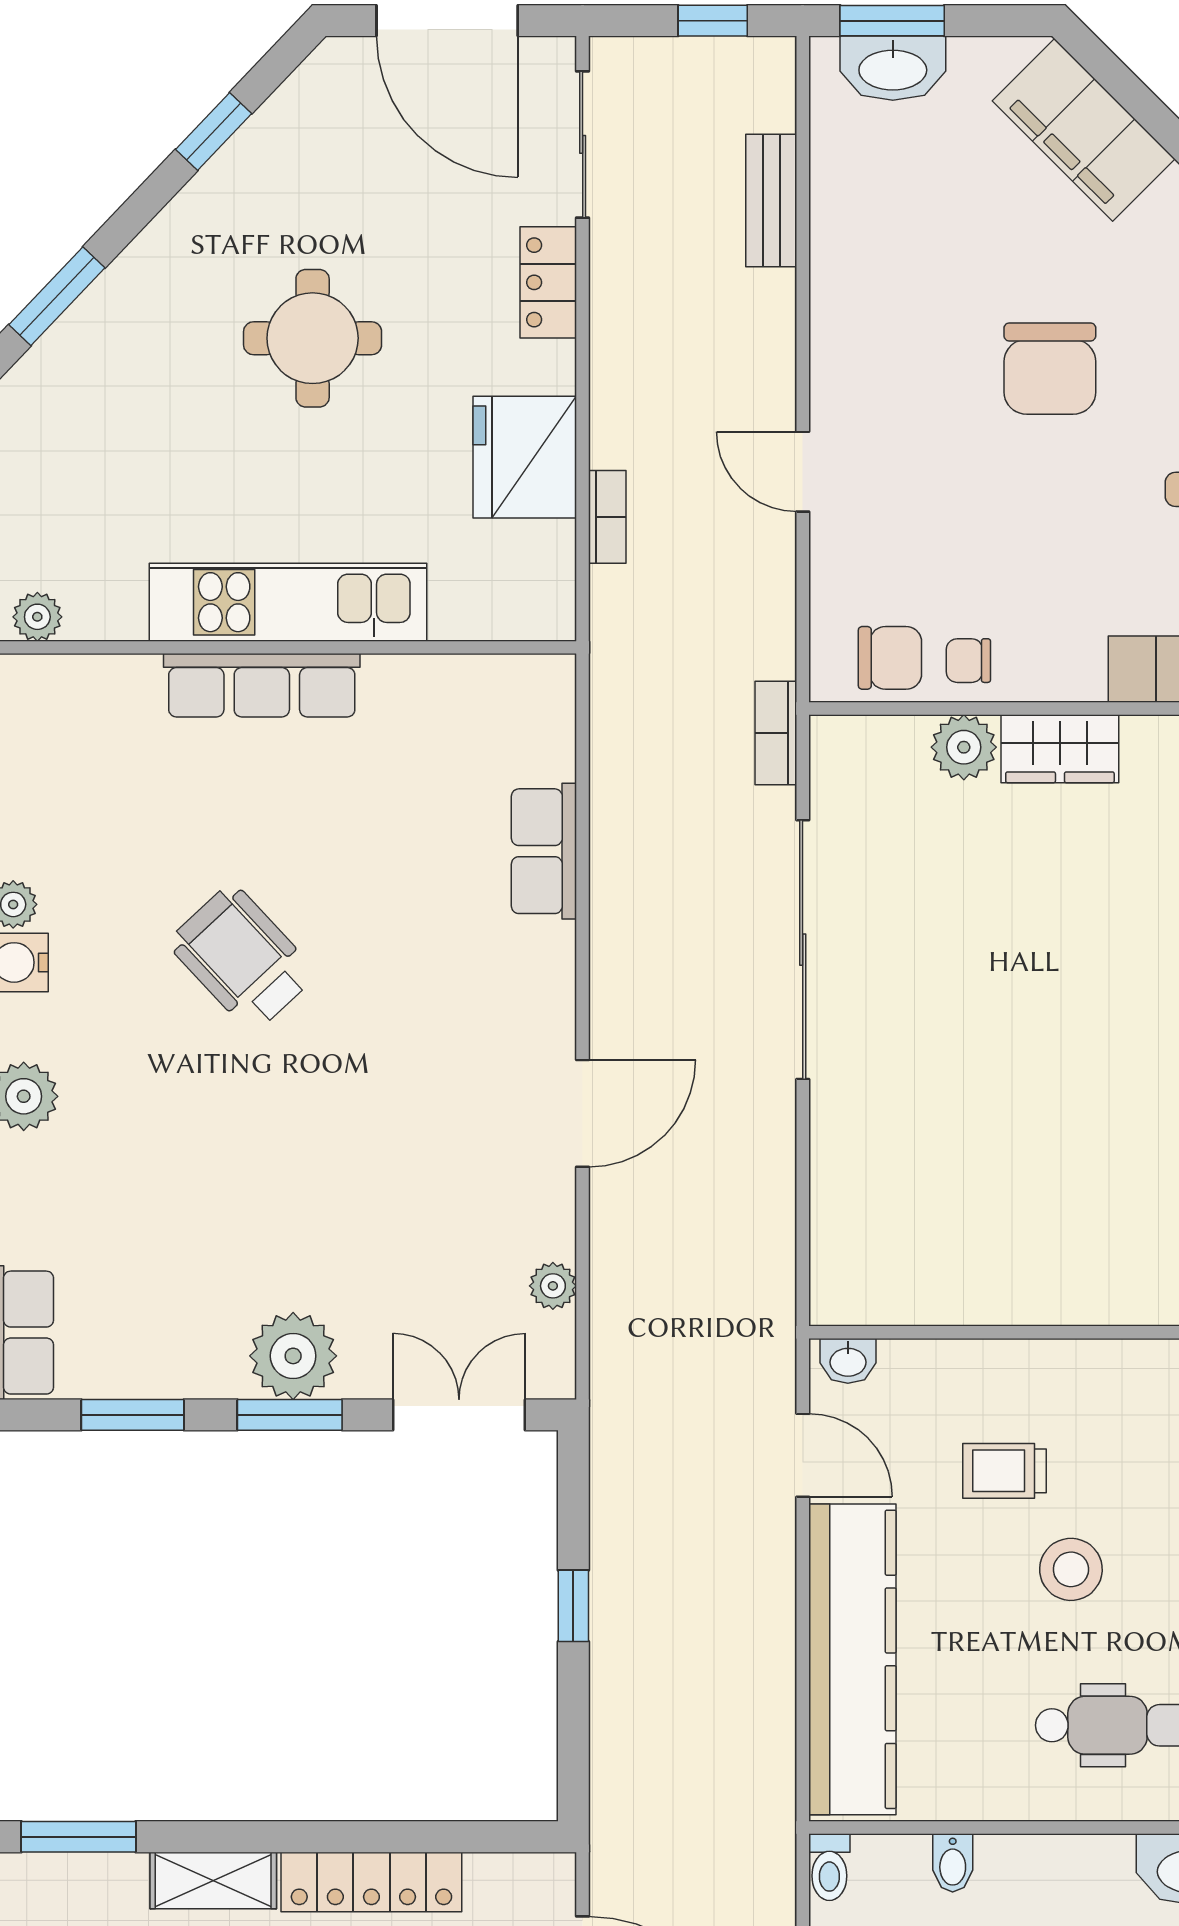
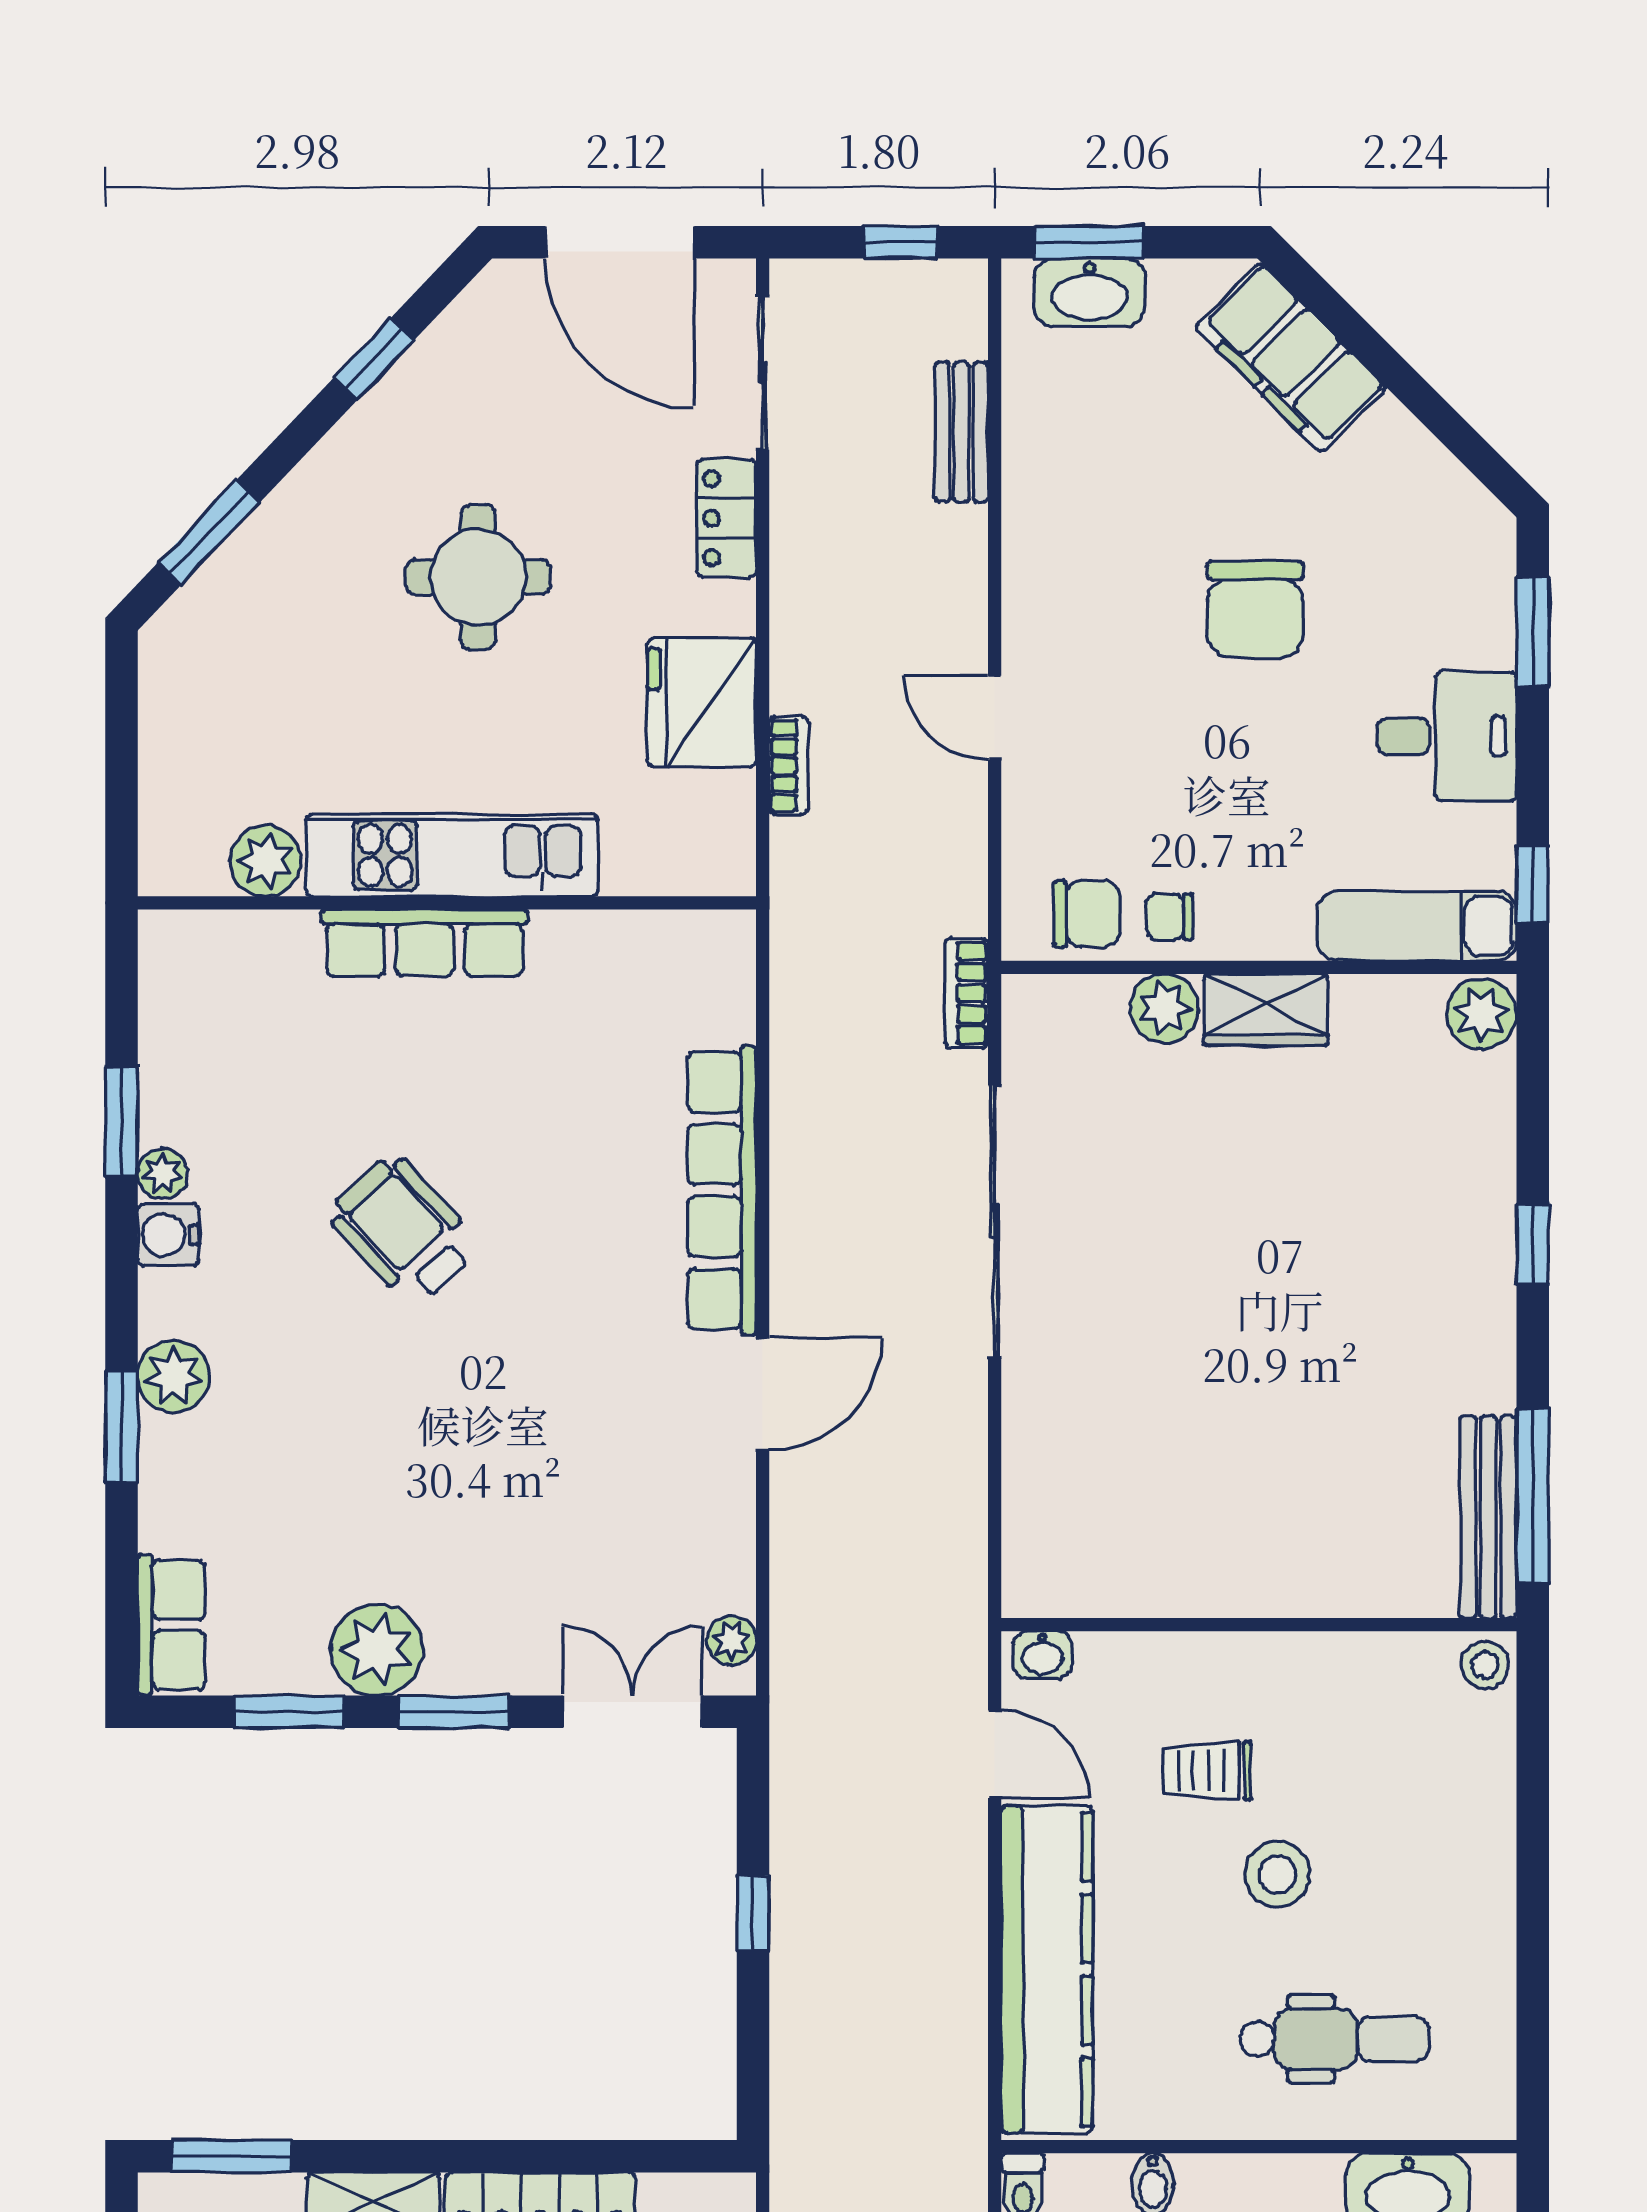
plant: (37, 617) -> (265, 861), moved, width x1.38, depth x1.38
row of seats: (544, 851) -> (722, 1190), width x2.02
plant: (553, 1286) -> (731, 1640), moved
plant: (293, 1356) -> (377, 1650), moved

